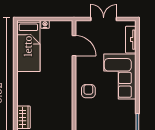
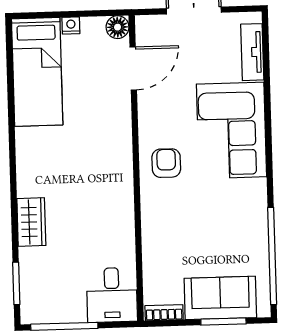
floor lamp: (67, 26) -> (118, 27), added
door: (74, 46) -> (133, 68), hinge flipped

